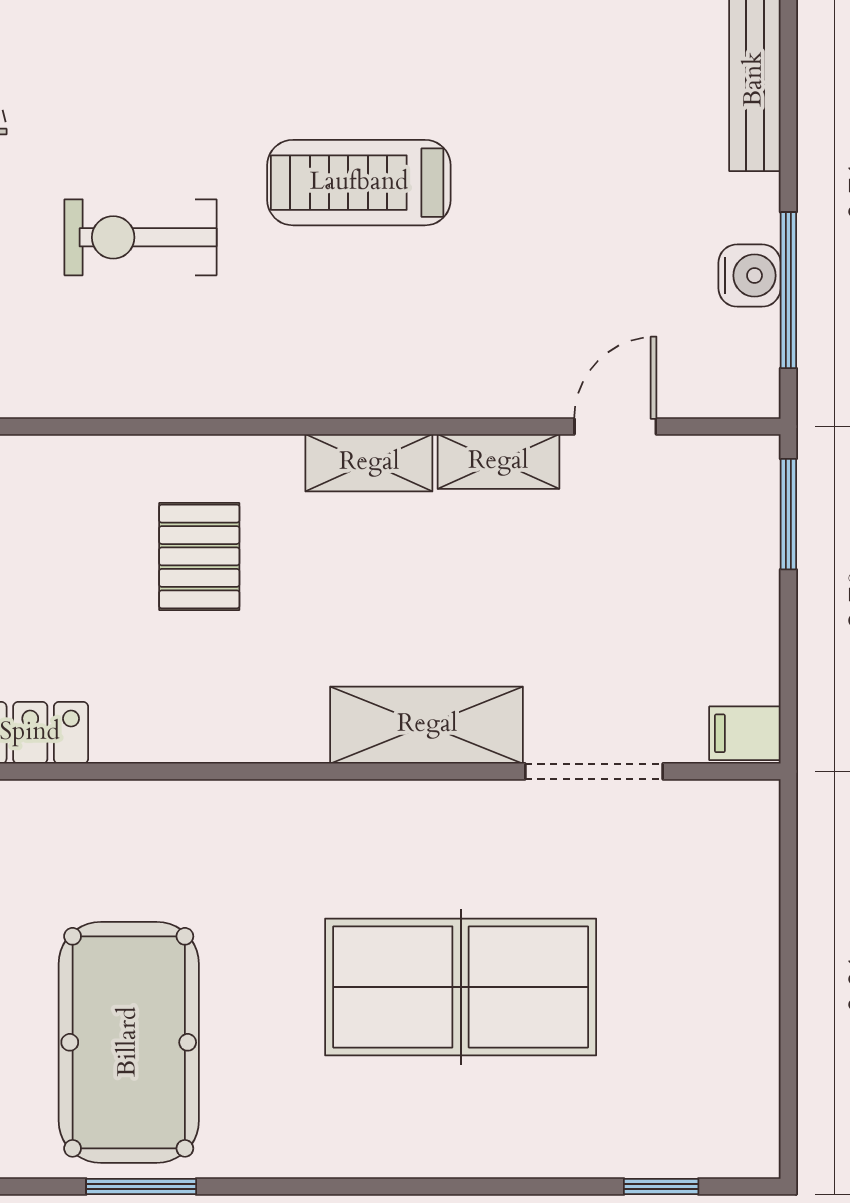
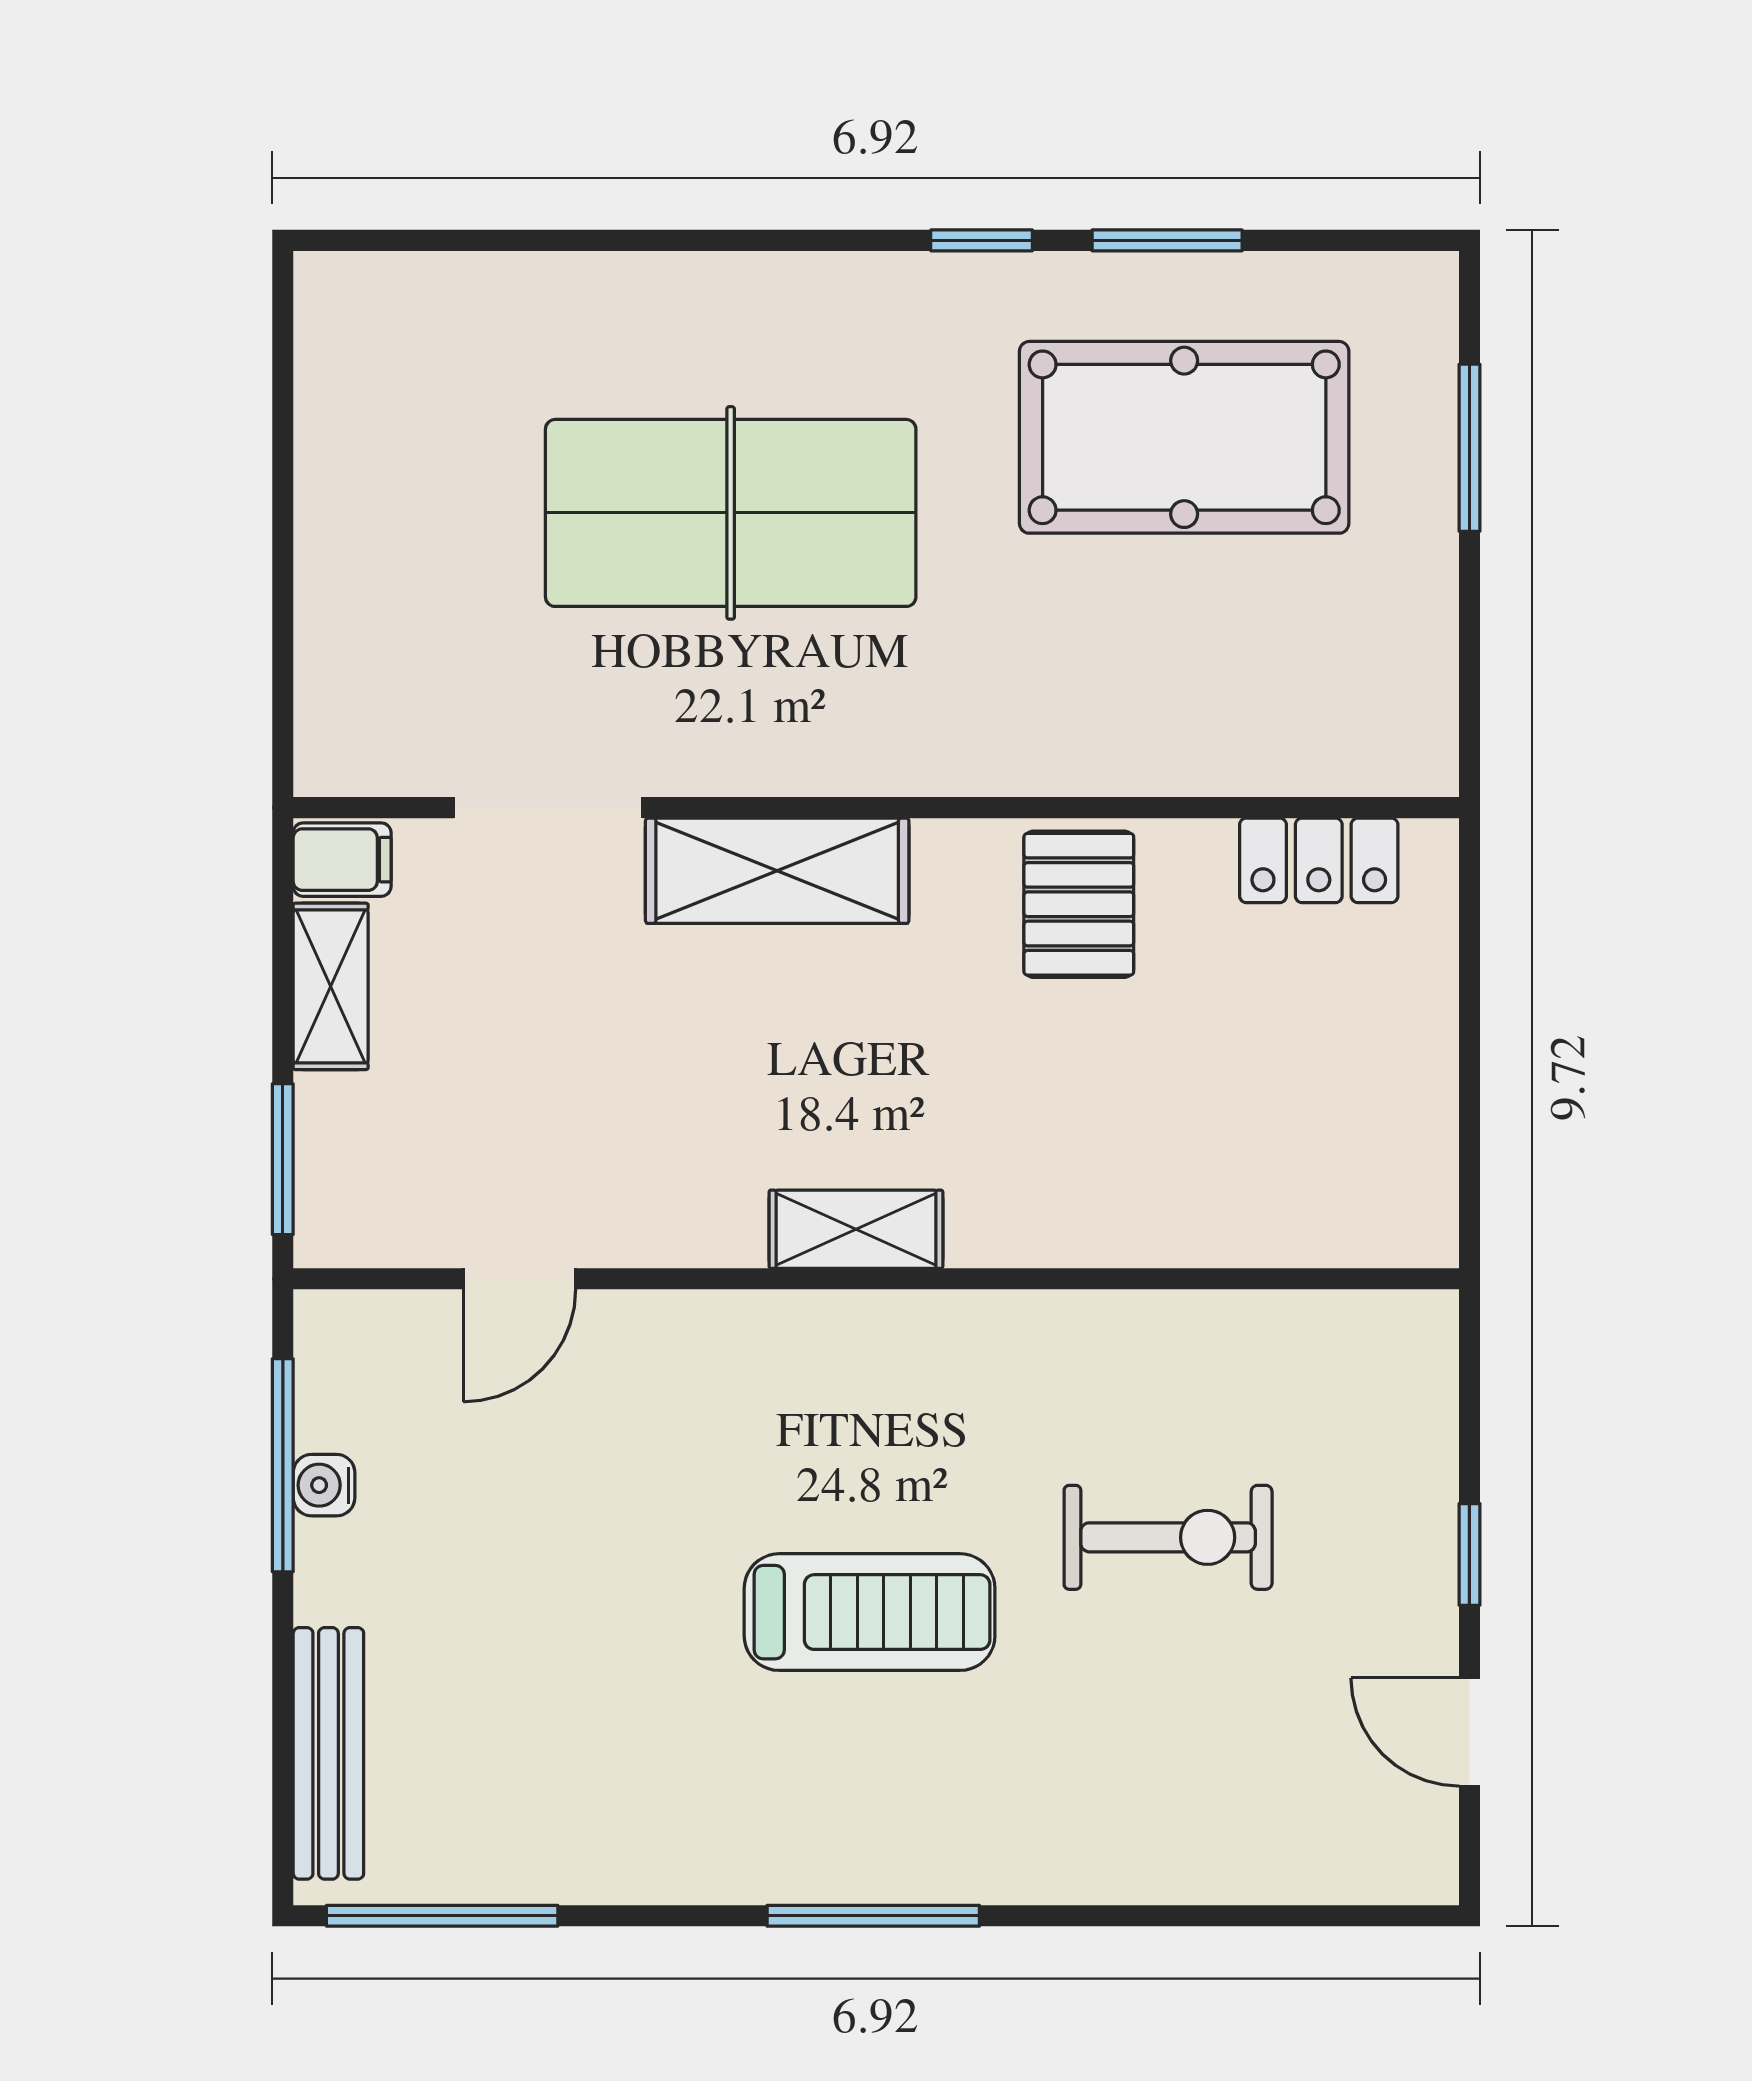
water cooler: (750, 276) -> (324, 1485), width x0.72, depth x0.72
shelving: (498, 462) -> (331, 986), moved, turned 90
pallet: (199, 556) -> (1079, 904), moved
pool table: (129, 1042) -> (1184, 437), turned 90
window: (661, 1186) -> (982, 240), moved

